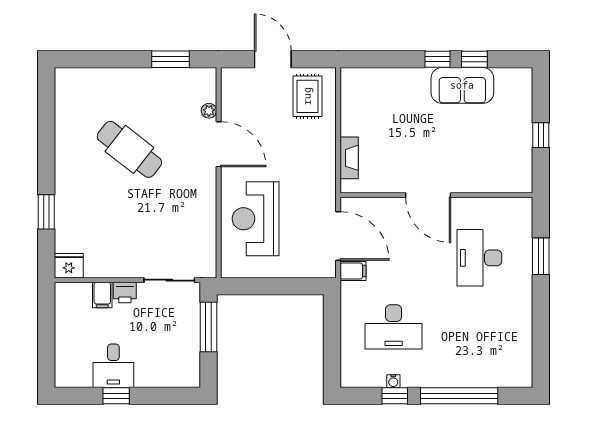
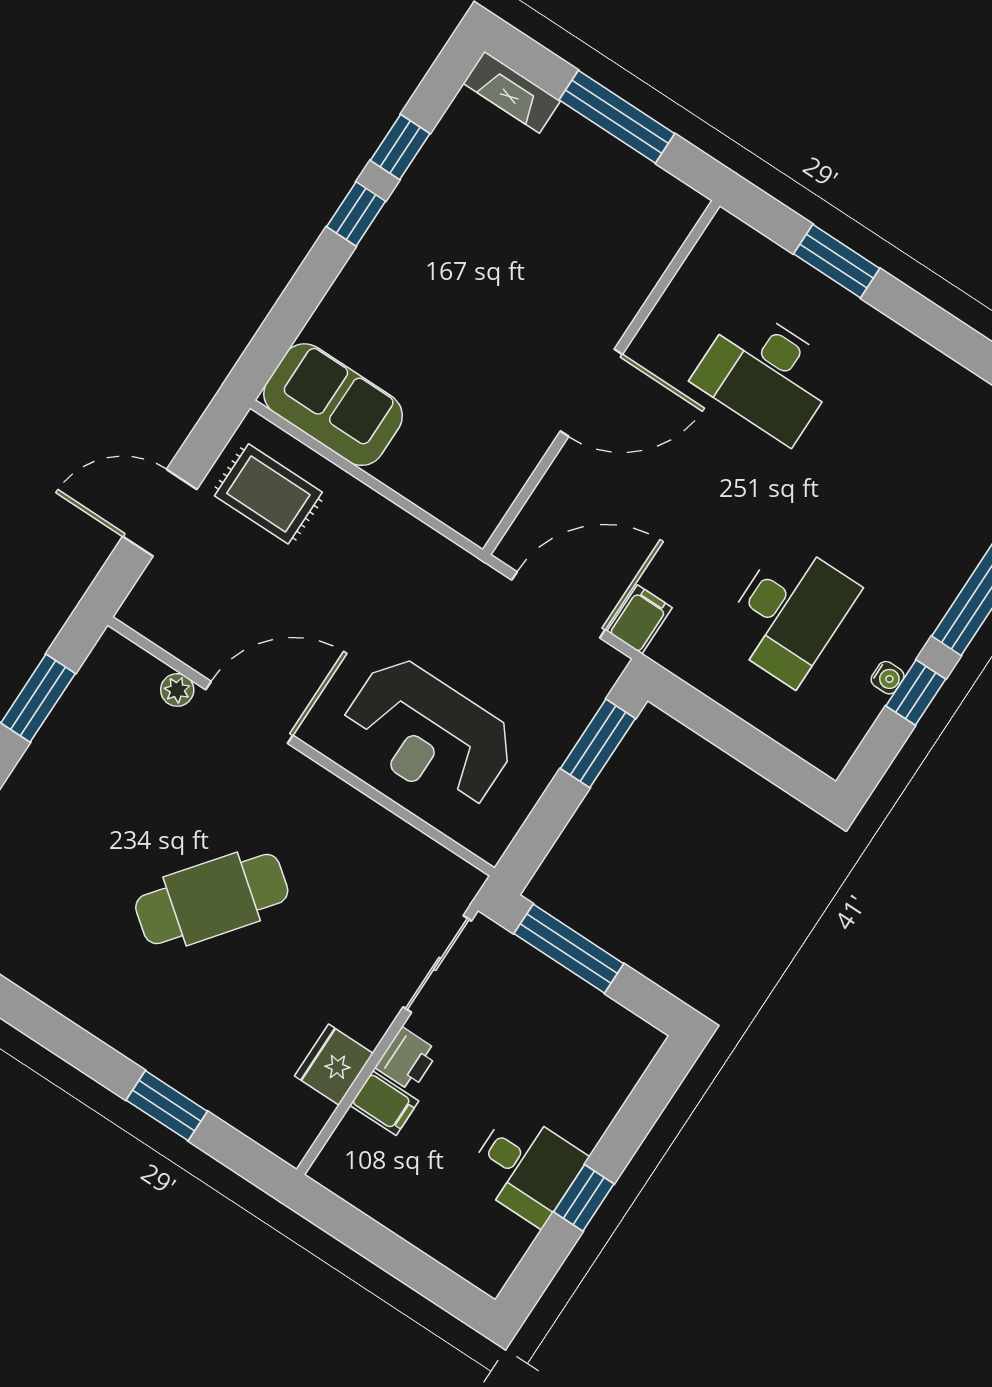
sofa: (462, 85) -> (333, 405), moved, turned -90
window: (541, 135) -> (617, 117), width x2.17
cafe table: (129, 149) -> (212, 899), moved
fireplace: (349, 158) -> (512, 92), moved, turned 180
fridge: (69, 266) -> (334, 1065), moved
window: (295, 286) -> (598, 743), added

